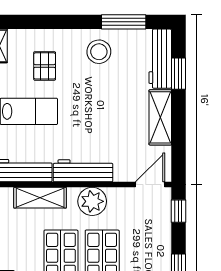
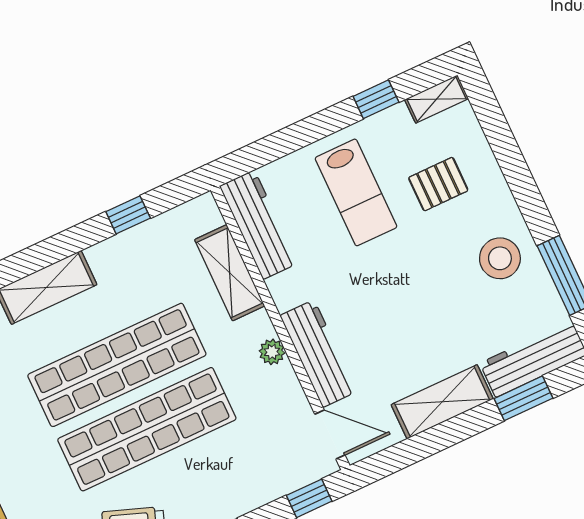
workbench: (83, 171) -> (318, 354), moved
plant: (92, 201) -> (272, 352), width x0.53, depth x0.53

